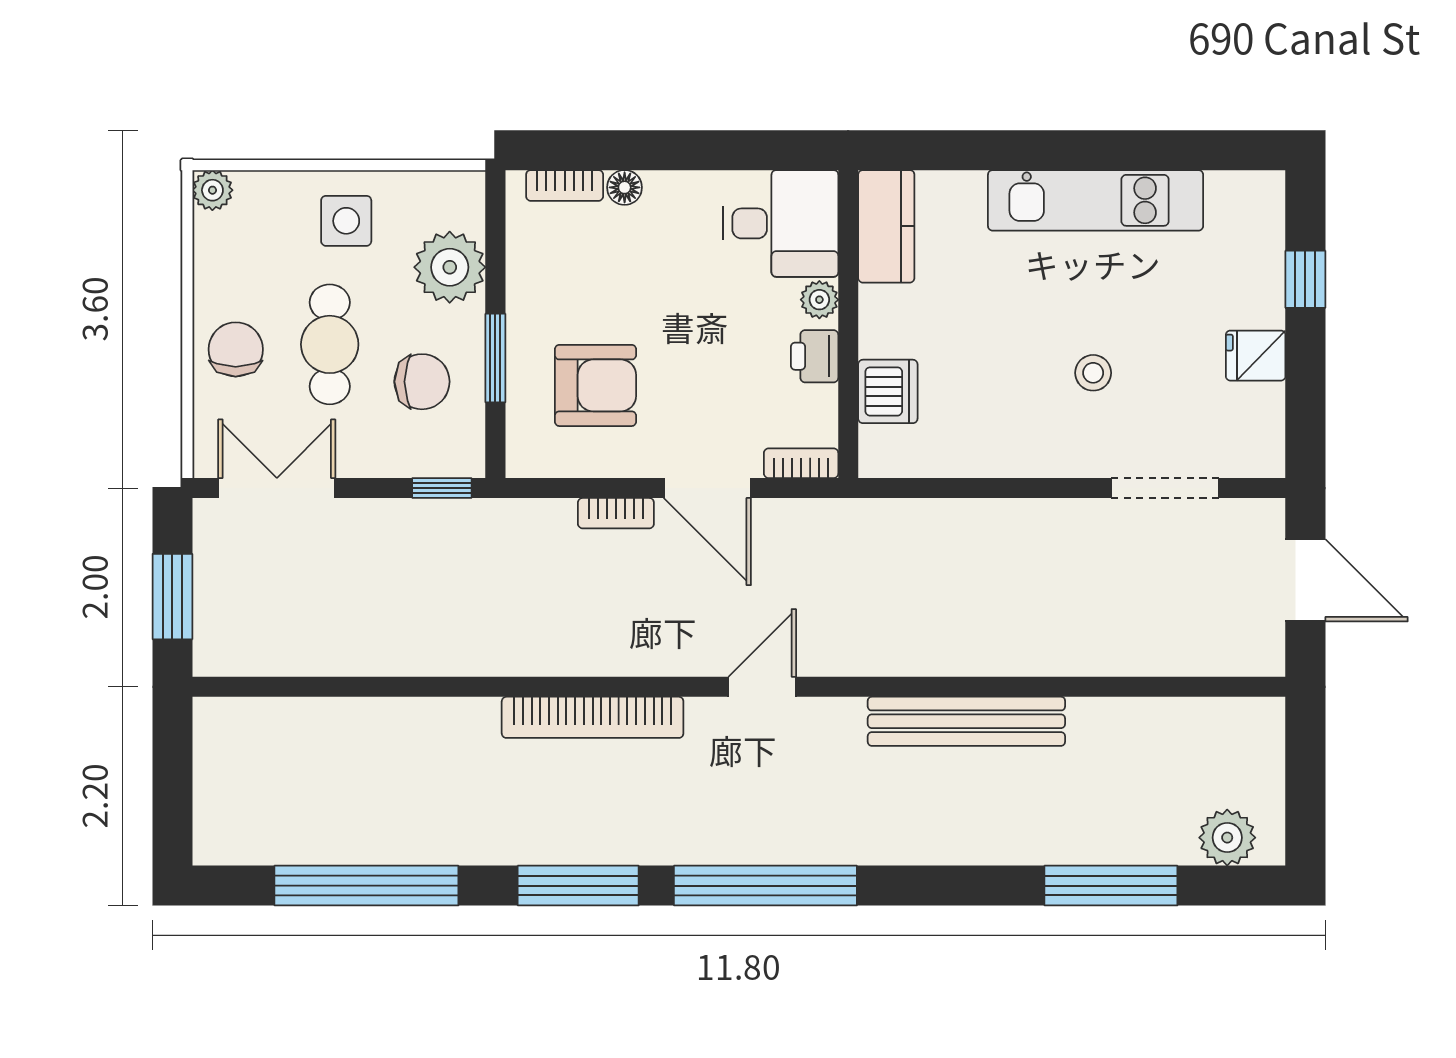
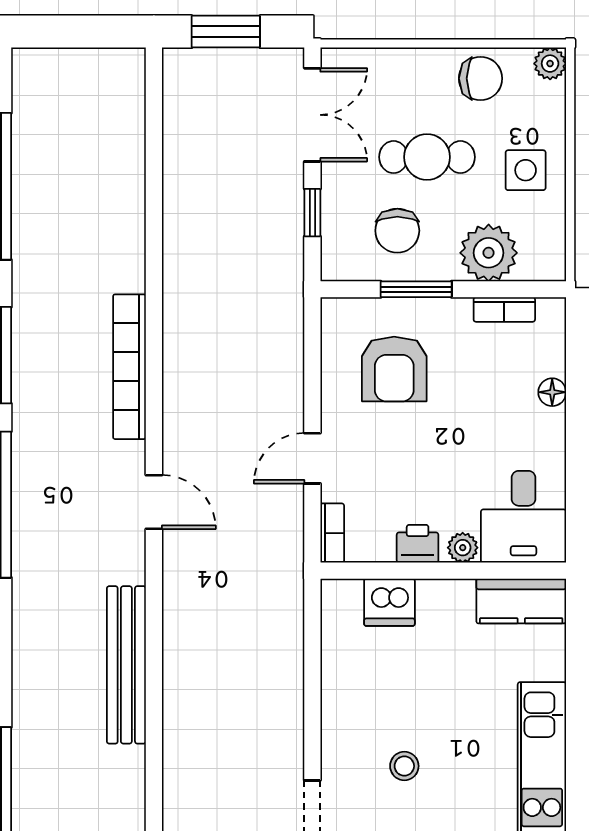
bookcase: (565, 185) -> (504, 309), moved, turned -90
chair: (236, 349) -> (481, 78), moved
window: (442, 488) -> (312, 213), moved
door: (707, 488) -> (312, 458), width x0.73
bookcase: (616, 513) -> (292, 385), removed

